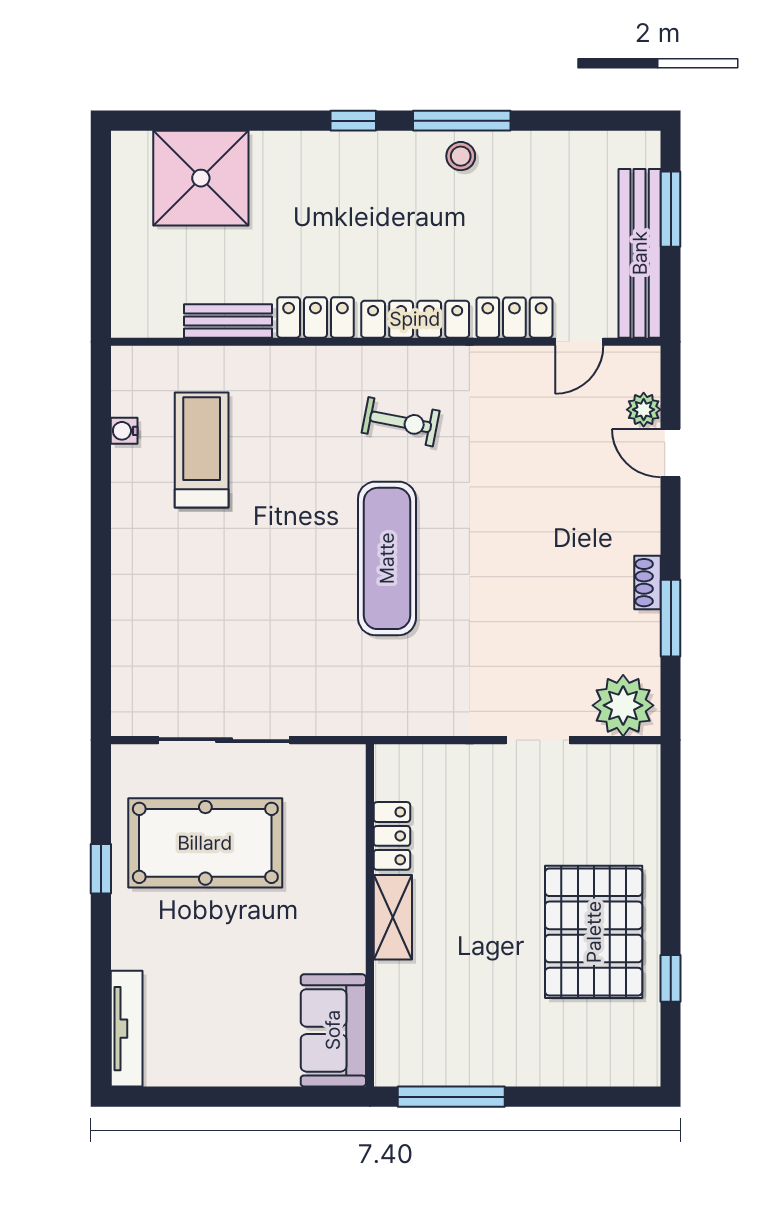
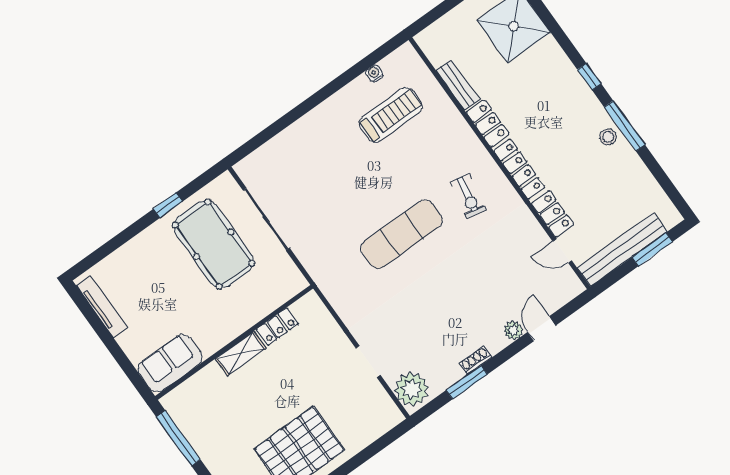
plant: (644, 410) -> (513, 330), moved
tv unit: (127, 1029) -> (102, 307), moved, turned -90

